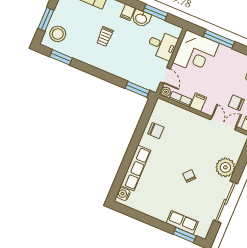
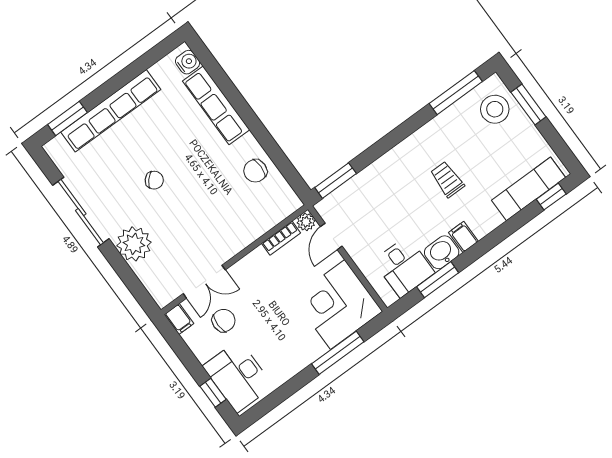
desk: (162, 45) -> (404, 267), moved, turned -90
window: (61, 57) -> (456, 93), width x1.44
door: (165, 75) -> (331, 236), hinge flipped
filing cabinet: (198, 102) -> (260, 262), removed
row of seats: (182, 222) -> (111, 111), width x2.02

